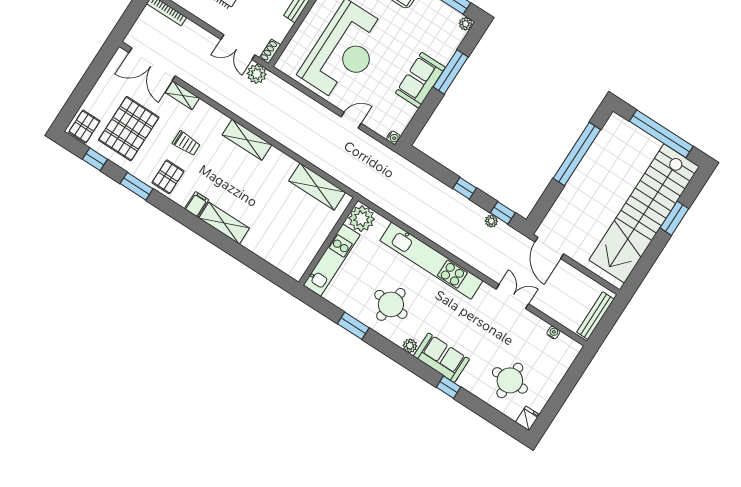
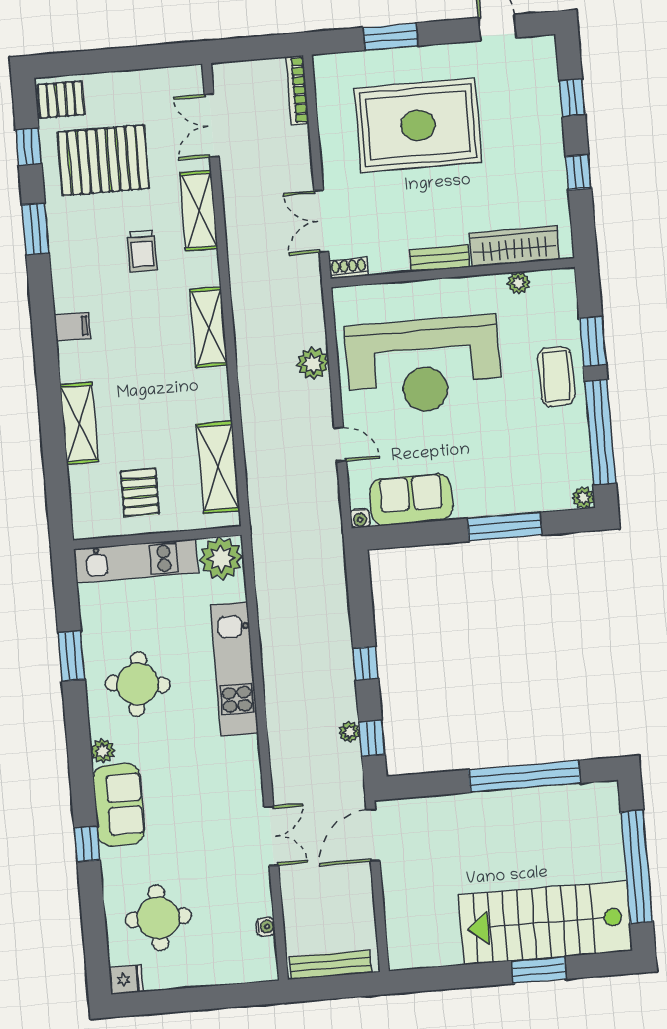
double door: (152, 64) -> (212, 126), width x0.73
plant: (257, 74) -> (313, 363), moved
sofa: (420, 80) -> (411, 500), moved
shelving: (182, 95) -> (199, 211), width x1.50, depth x1.33
pallet: (168, 177) -> (140, 492), moved, turned 90
stairs: (644, 213) -> (545, 923), width x0.73
shelving: (224, 223) -> (79, 423), moved
kitchen unit: (431, 261) -> (234, 669), width x0.73

